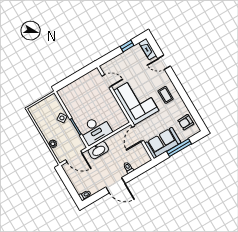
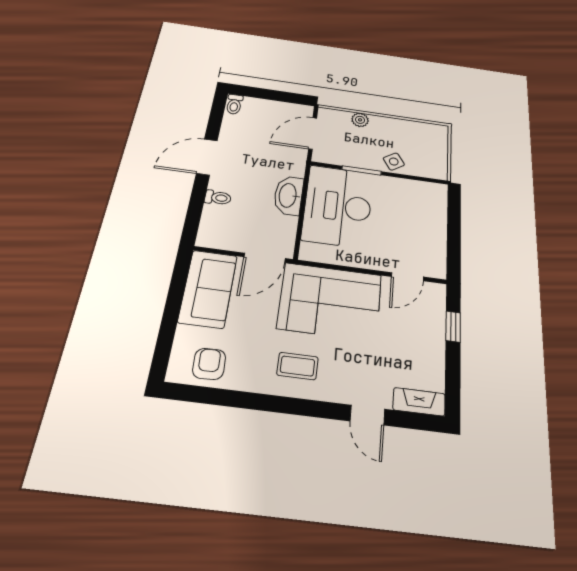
window: (127, 46) -> (453, 327), moved
door: (164, 62) -> (367, 415), swing flipped
desk: (95, 130) -> (338, 206), width x1.36, depth x1.30
door: (138, 134) -> (265, 258), swing flipped
window: (179, 148) -> (172, 312), removed
washbasin: (98, 150) -> (288, 195), moved

